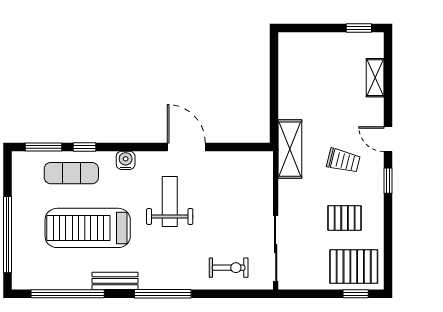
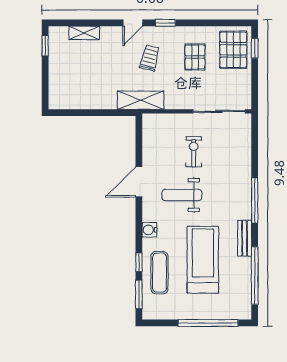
treadmill: (88, 228) -> (203, 260), turned 180
exercise bike: (229, 268) -> (194, 152), moved

